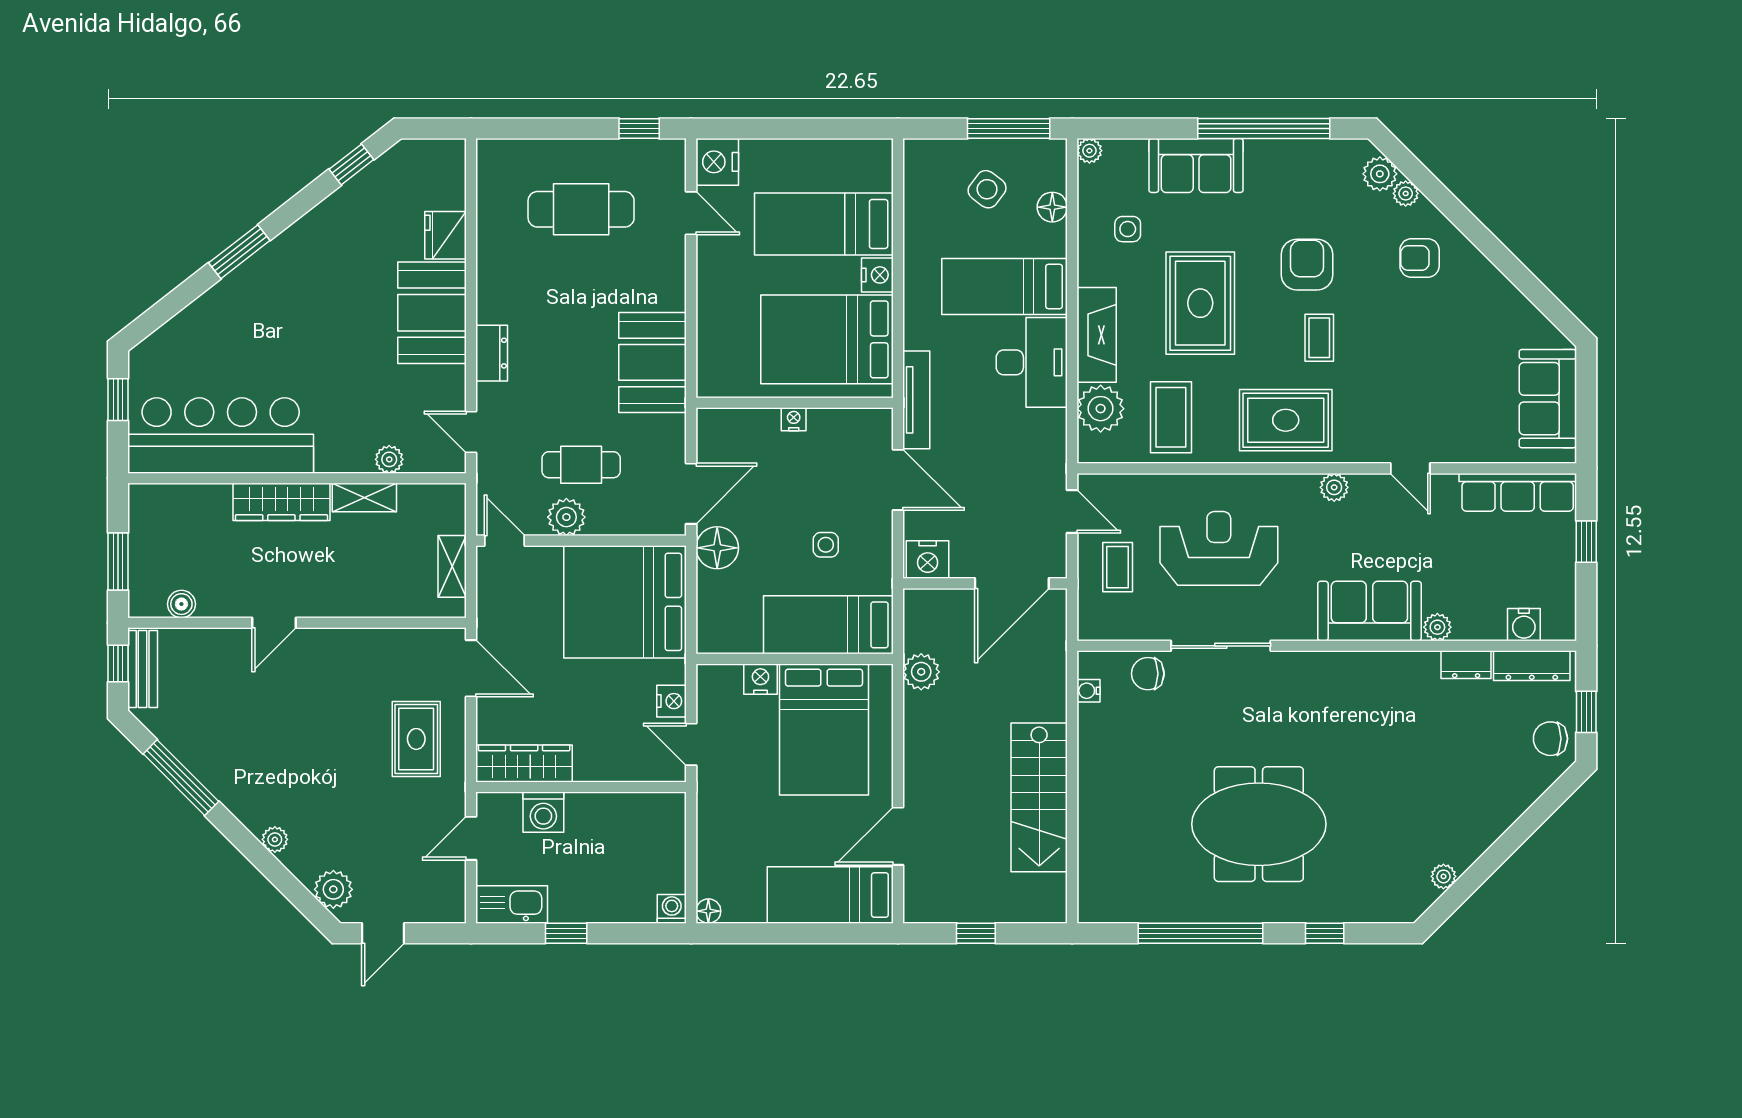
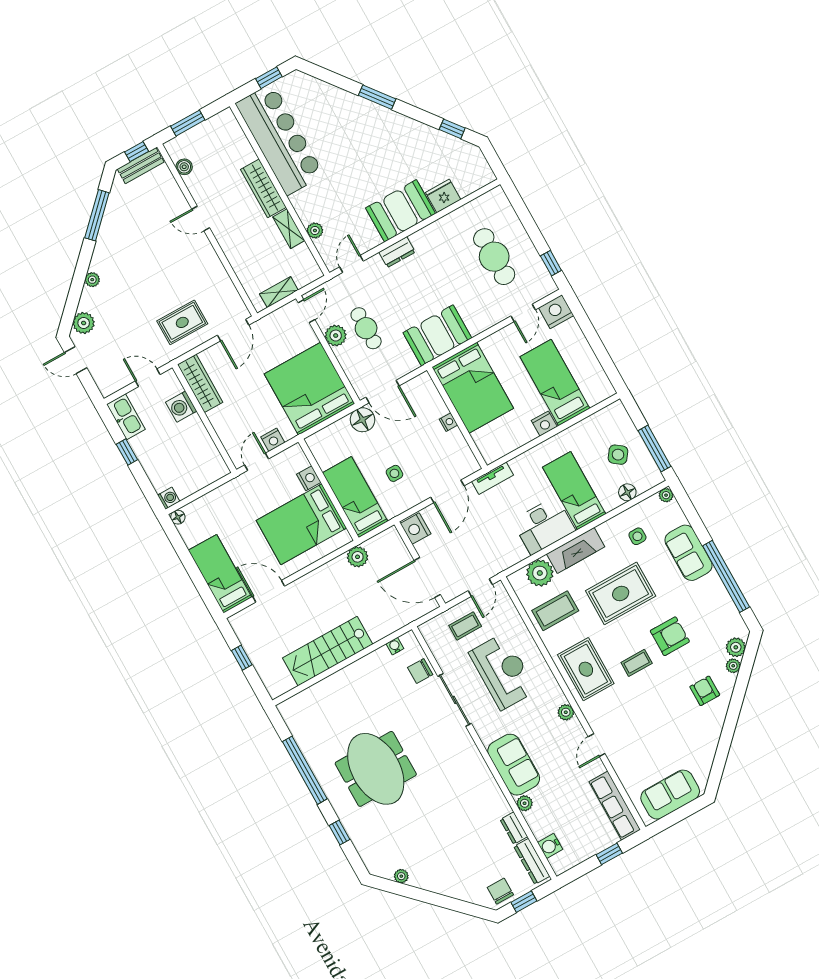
bed: (827, 339) -> (473, 388), moved, turned 180
tv unit: (916, 400) -> (492, 478), width x0.71
chair: (1148, 674) -> (420, 671), turned -90

